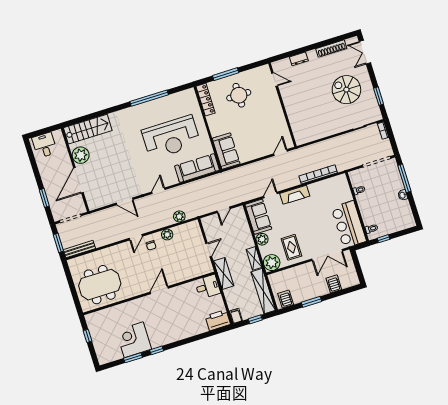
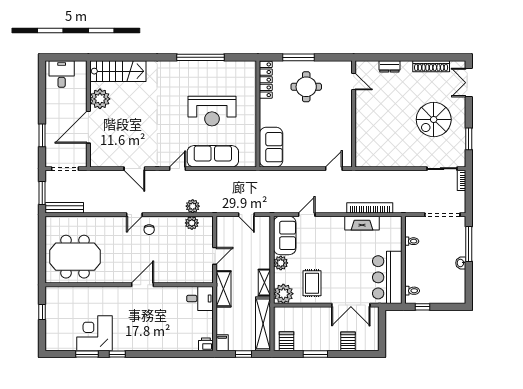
spiral stairs: (346, 90) -> (434, 120), turned -90
reception desk: (171, 137) -> (212, 111), width x0.74, depth x0.77
sofa: (197, 168) -> (213, 156), moved
fireplace: (295, 195) -> (362, 223), moved
door: (223, 210) -> (246, 215), hinge flipped
plant: (167, 235) -> (192, 223), moved
printer: (218, 320) -> (206, 344), width x0.53, depth x0.68

